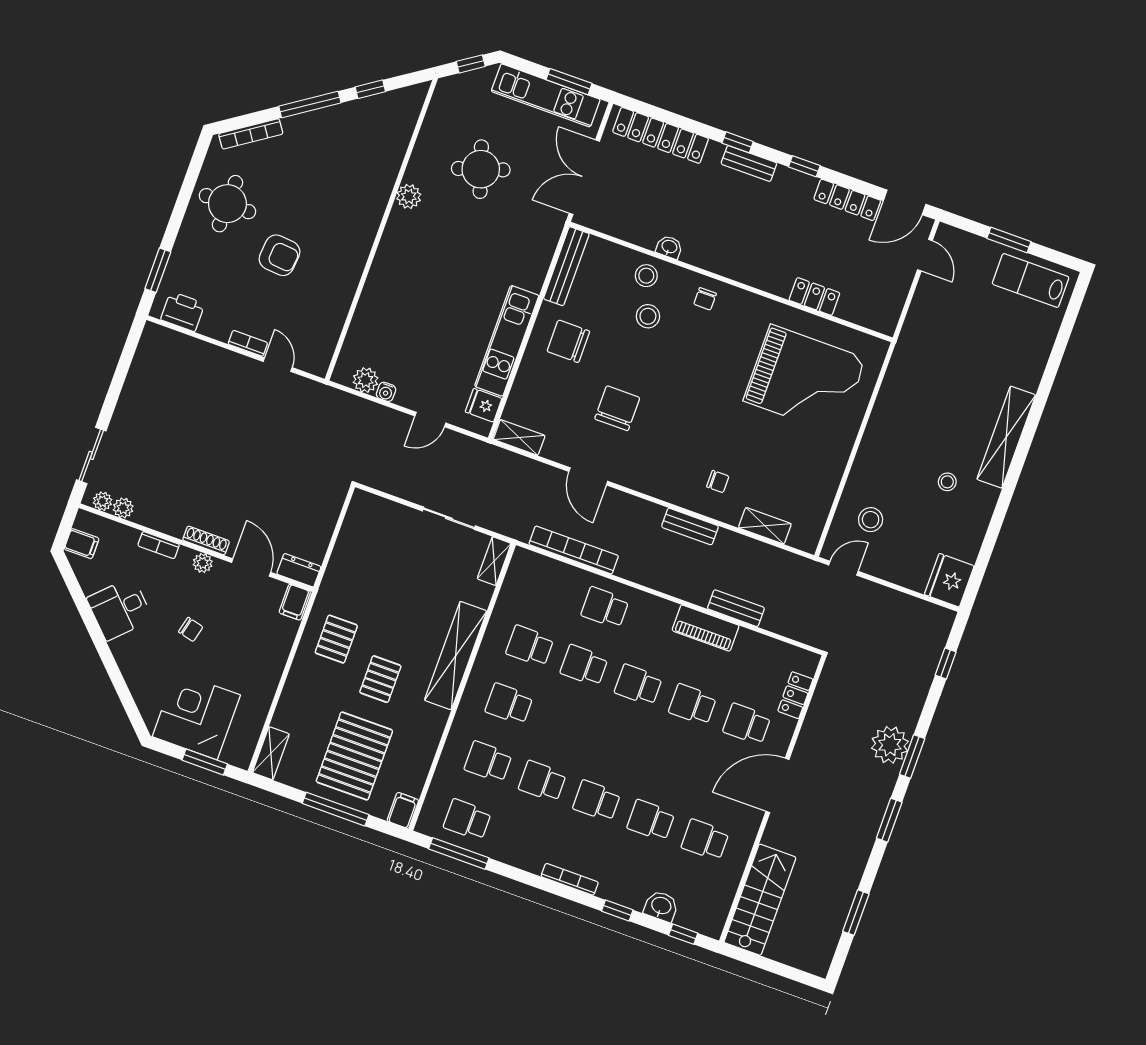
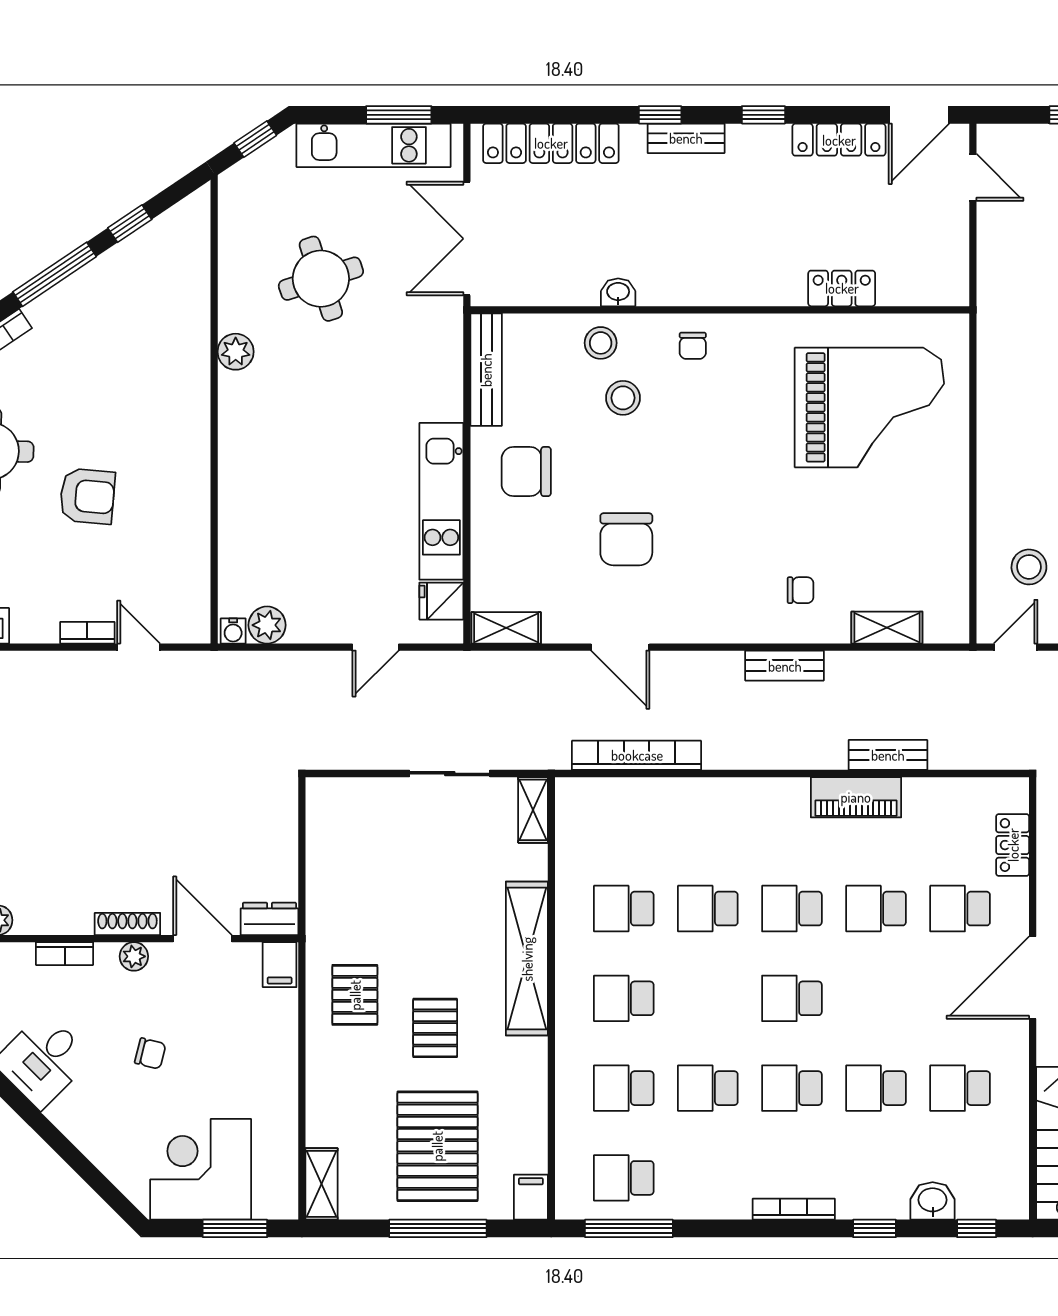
water cooler: (386, 392) -> (233, 631), moved
chair: (617, 408) -> (626, 539), turned 180
school desk: (605, 607) -> (792, 998), moved

